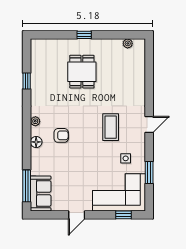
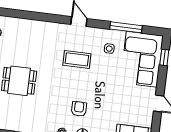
window: (149, 172) -> (126, 27), width x1.44

